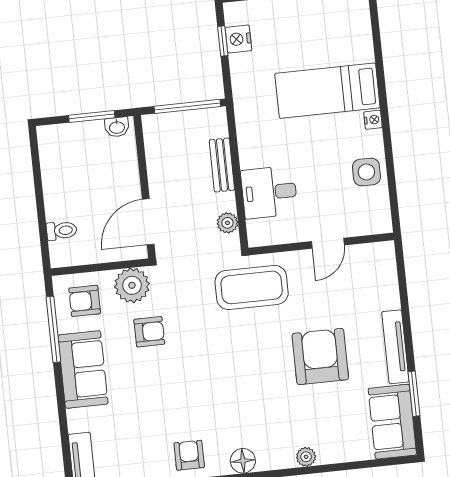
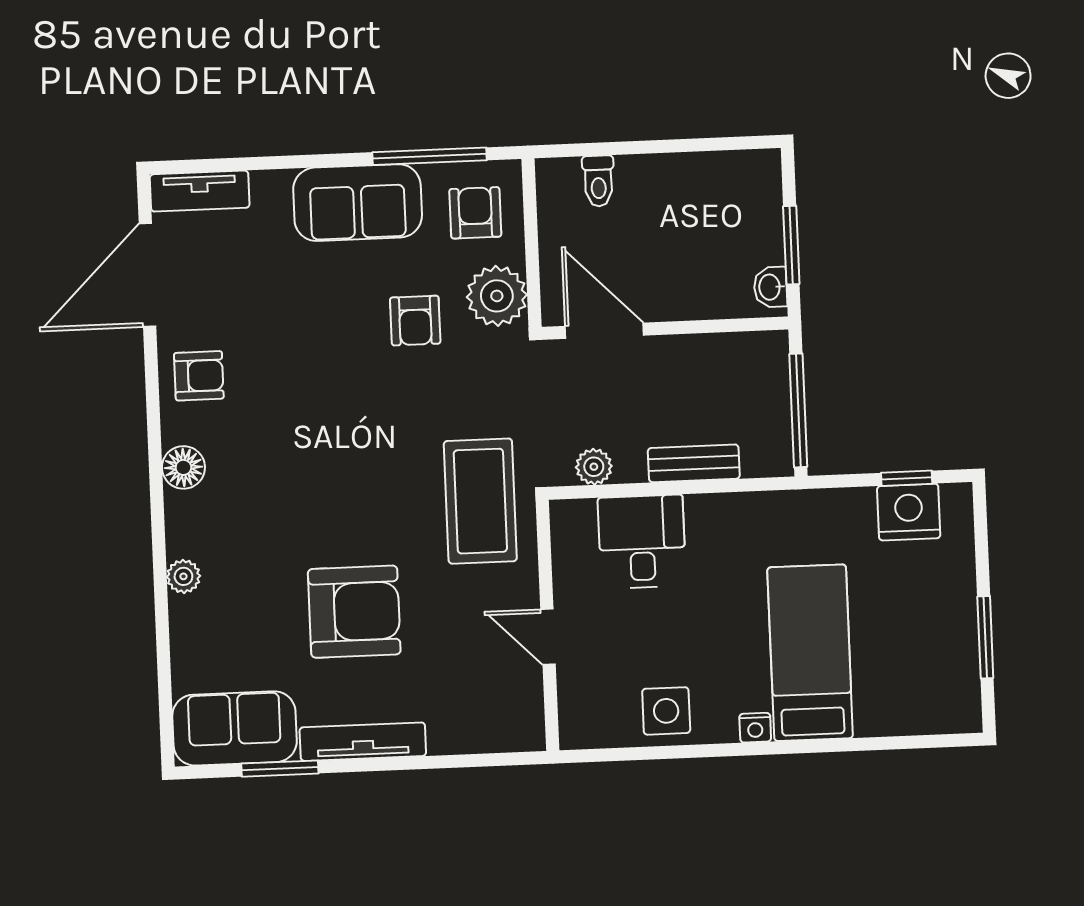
nightstand: (238, 39) -> (909, 512), width x1.36, depth x1.33

